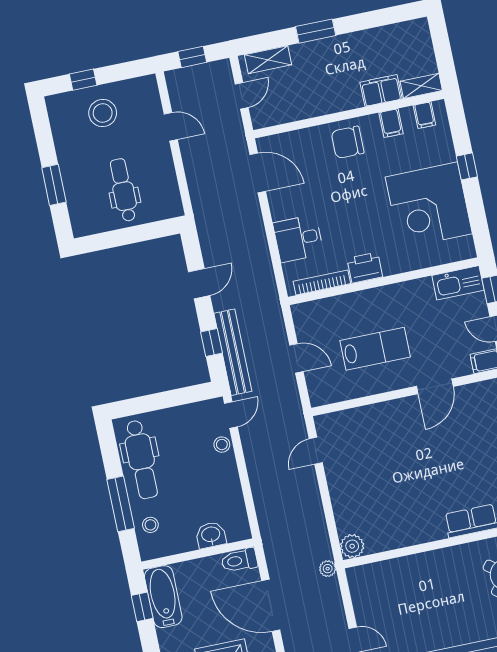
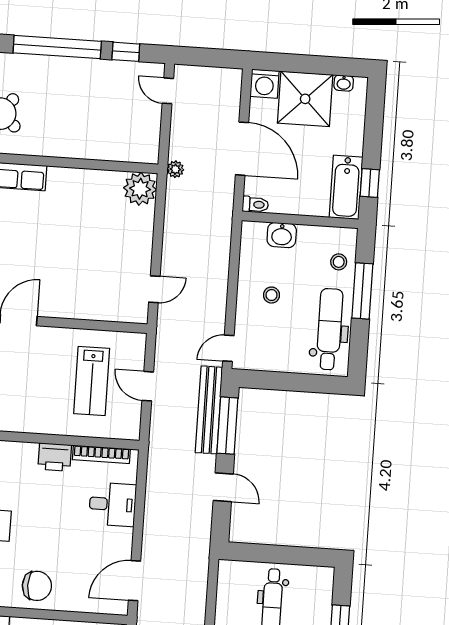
door: (258, 173) -> (134, 581), hinge flipped
door: (199, 284) -> (223, 487), swing flipped
window: (211, 342) -> (227, 426), width x2.17
lab bench: (375, 349) -> (92, 381), moved, turned -90
stool: (222, 445) -> (271, 295), moved
plant: (352, 546) -> (140, 189), width x1.36, depth x1.36
toilet: (239, 560) -> (255, 205), width x0.73, depth x0.72

